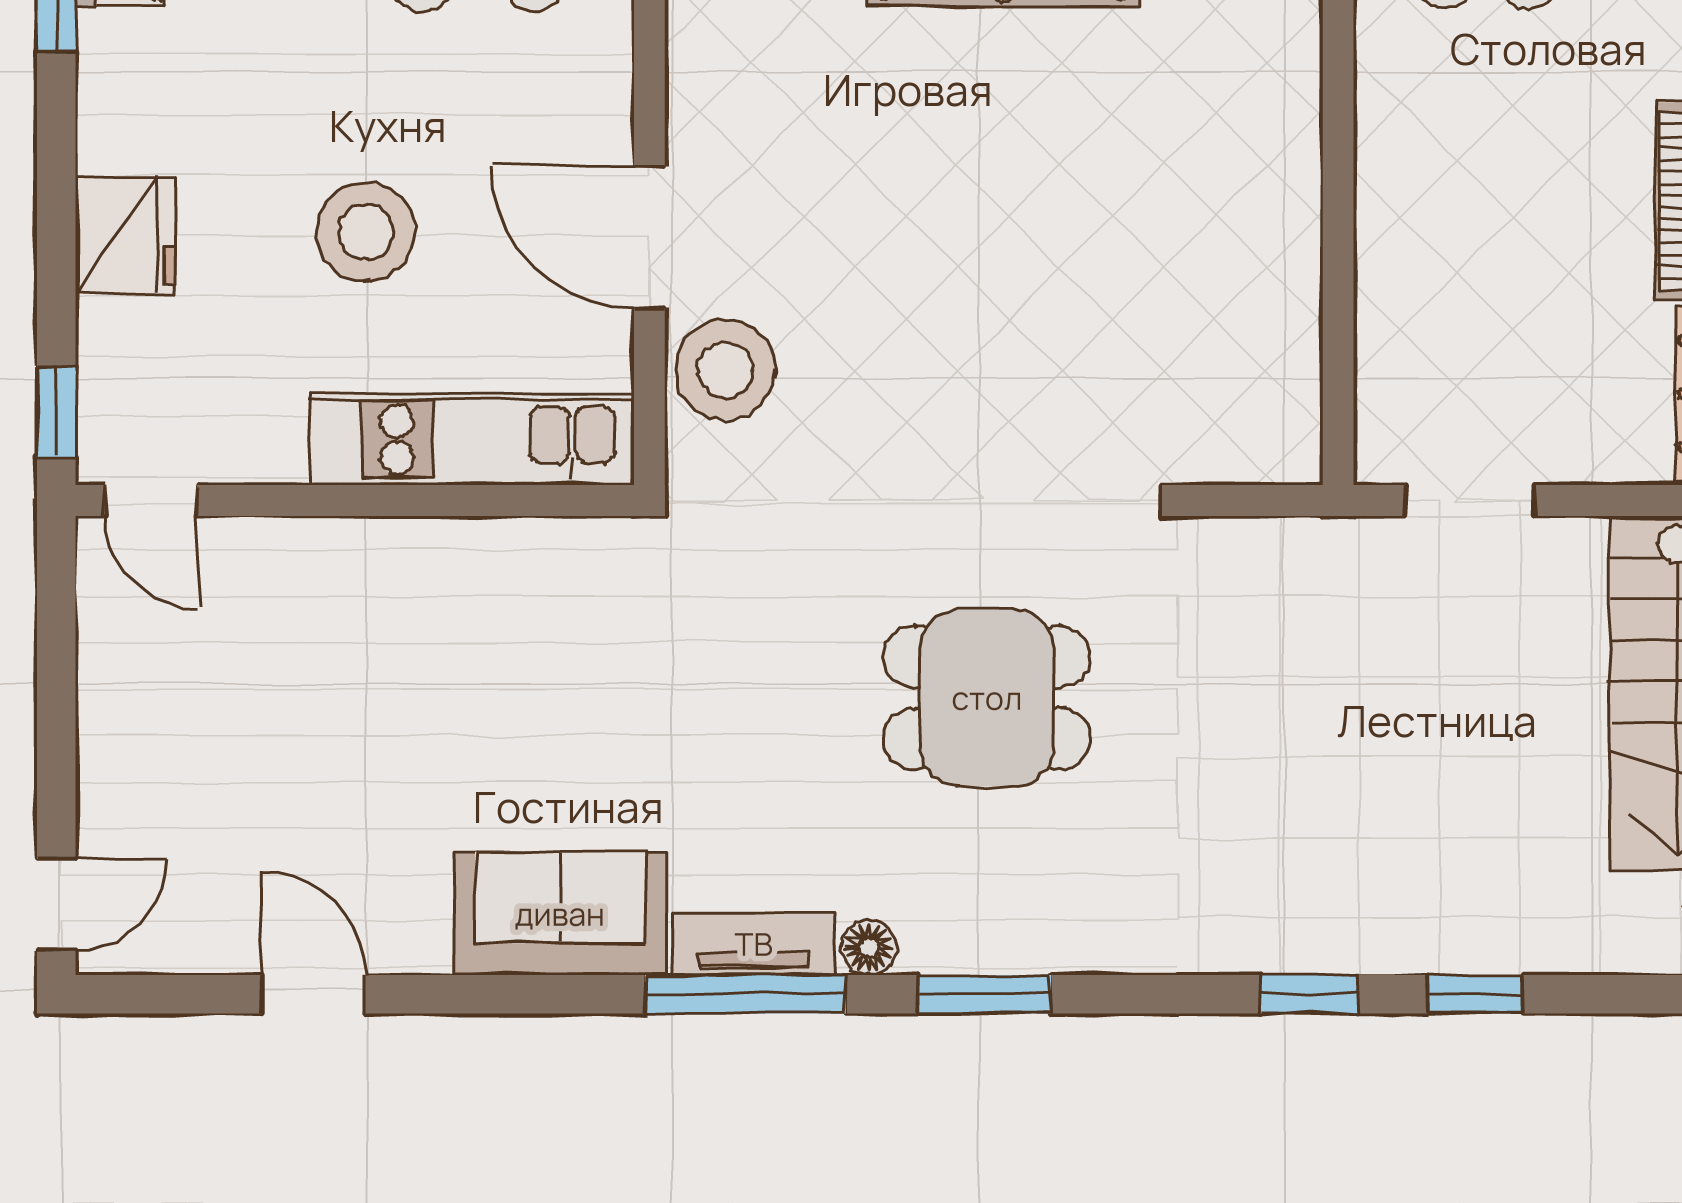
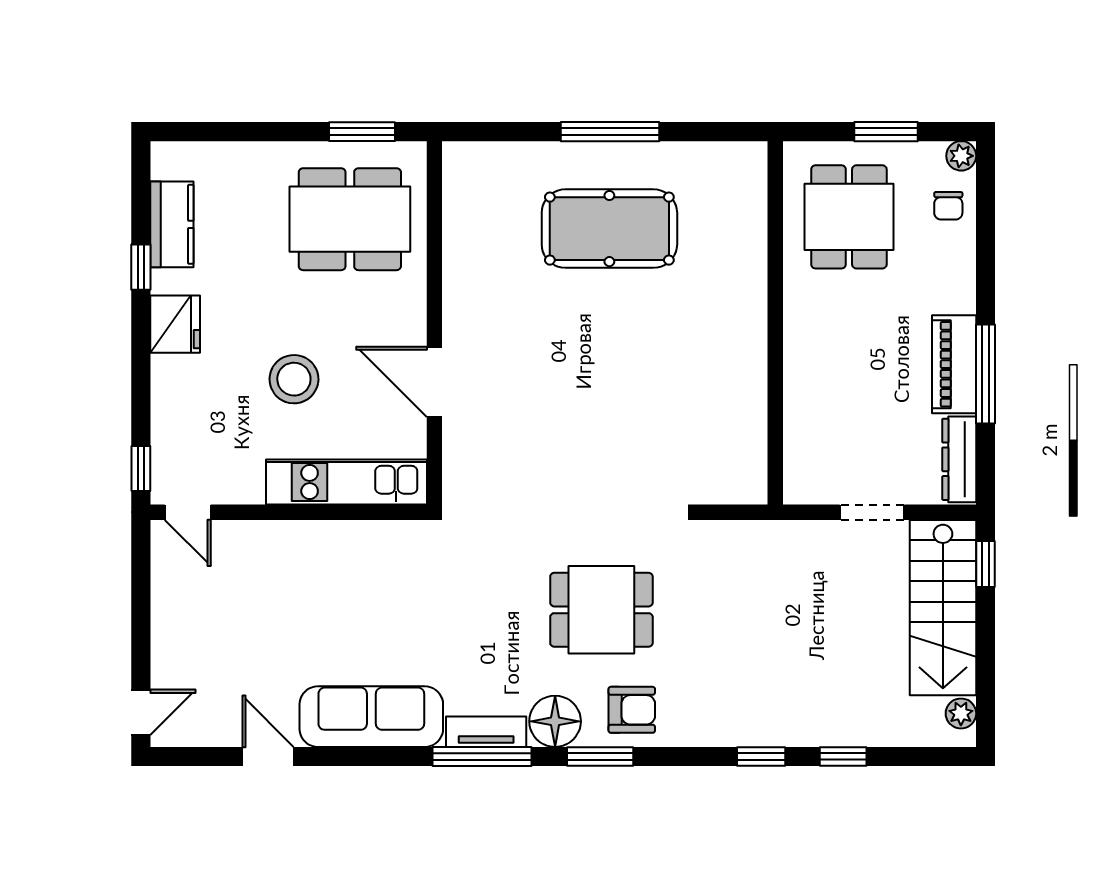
fridge: (125, 235) -> (175, 324), moved
stool: (725, 370) -> (472, 448), removed
doorway: (1470, 501) -> (872, 512), moved
armchair: (1048, 900) -> (632, 710), added
sofa: (560, 914) -> (371, 717), width x1.36
floor lamp: (869, 947) -> (555, 721), width x1.89, depth x1.89

